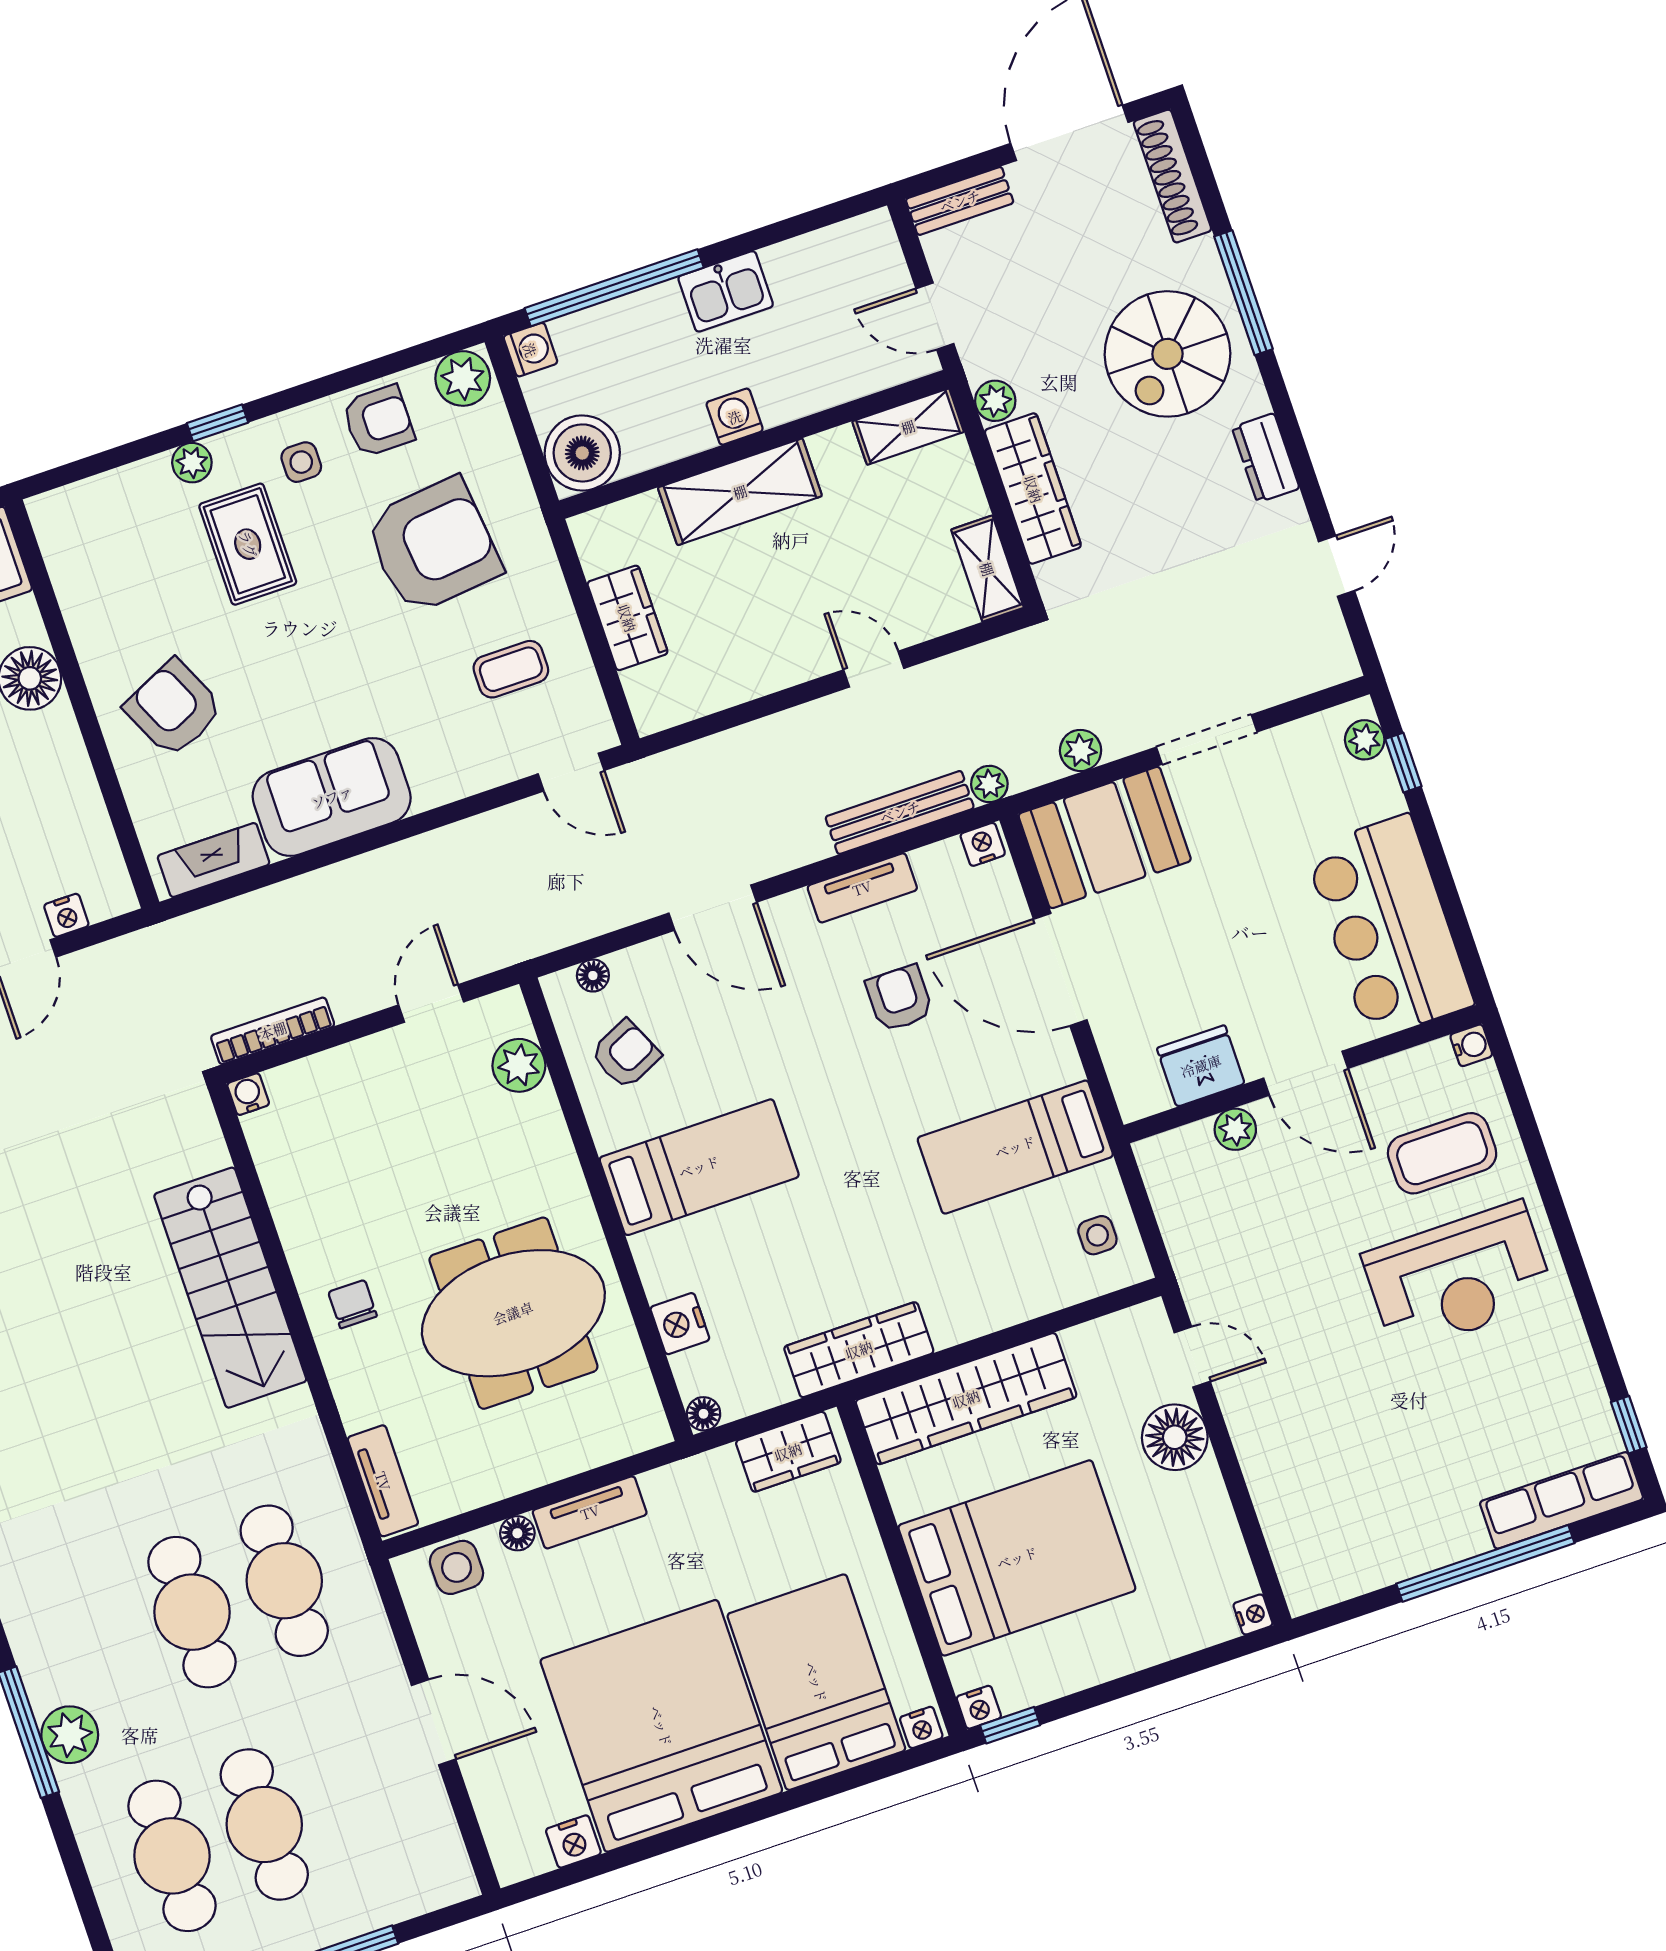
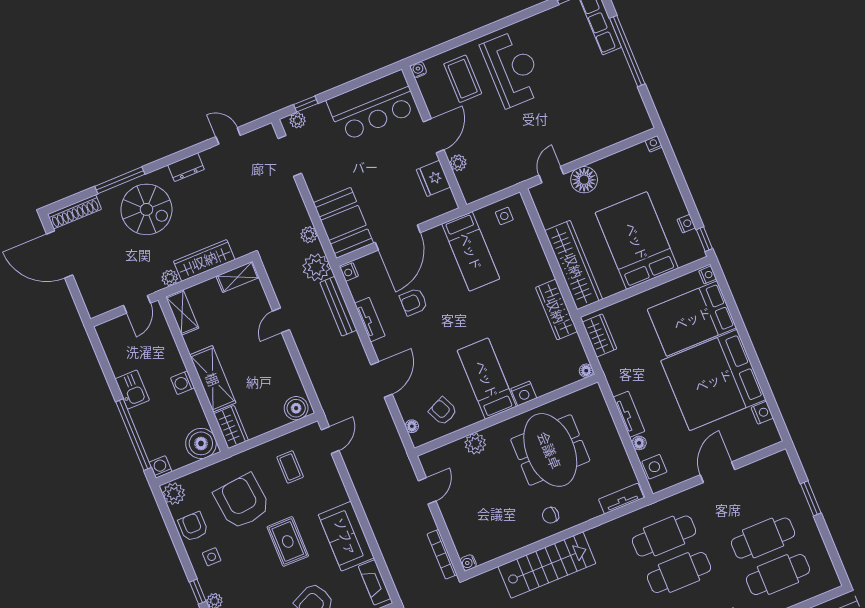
bench: (960, 201) -> (90, 297), removed
rug: (248, 544) -> (288, 541), moved, turned 90
wardrobe: (627, 618) -> (231, 427), moved, turned 90
boiler: (655, 693) -> (296, 408), added
doorway: (1207, 739) -> (290, 156), moved
plant: (989, 784) -> (316, 267), width x1.87, depth x1.87
door: (431, 1003) -> (427, 491), swing flipped
plant: (519, 1065) -> (475, 444), moved
nightstand: (680, 1324) -> (524, 393), moved
nightstand: (979, 1707) -> (686, 224), moved

